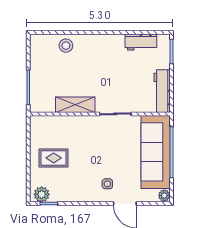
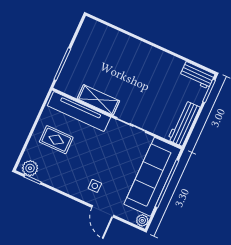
workbench: (141, 42) -> (197, 75), moved
stool: (66, 46) -> (114, 42), removed
tv unit: (63, 123) -> (79, 111), added

